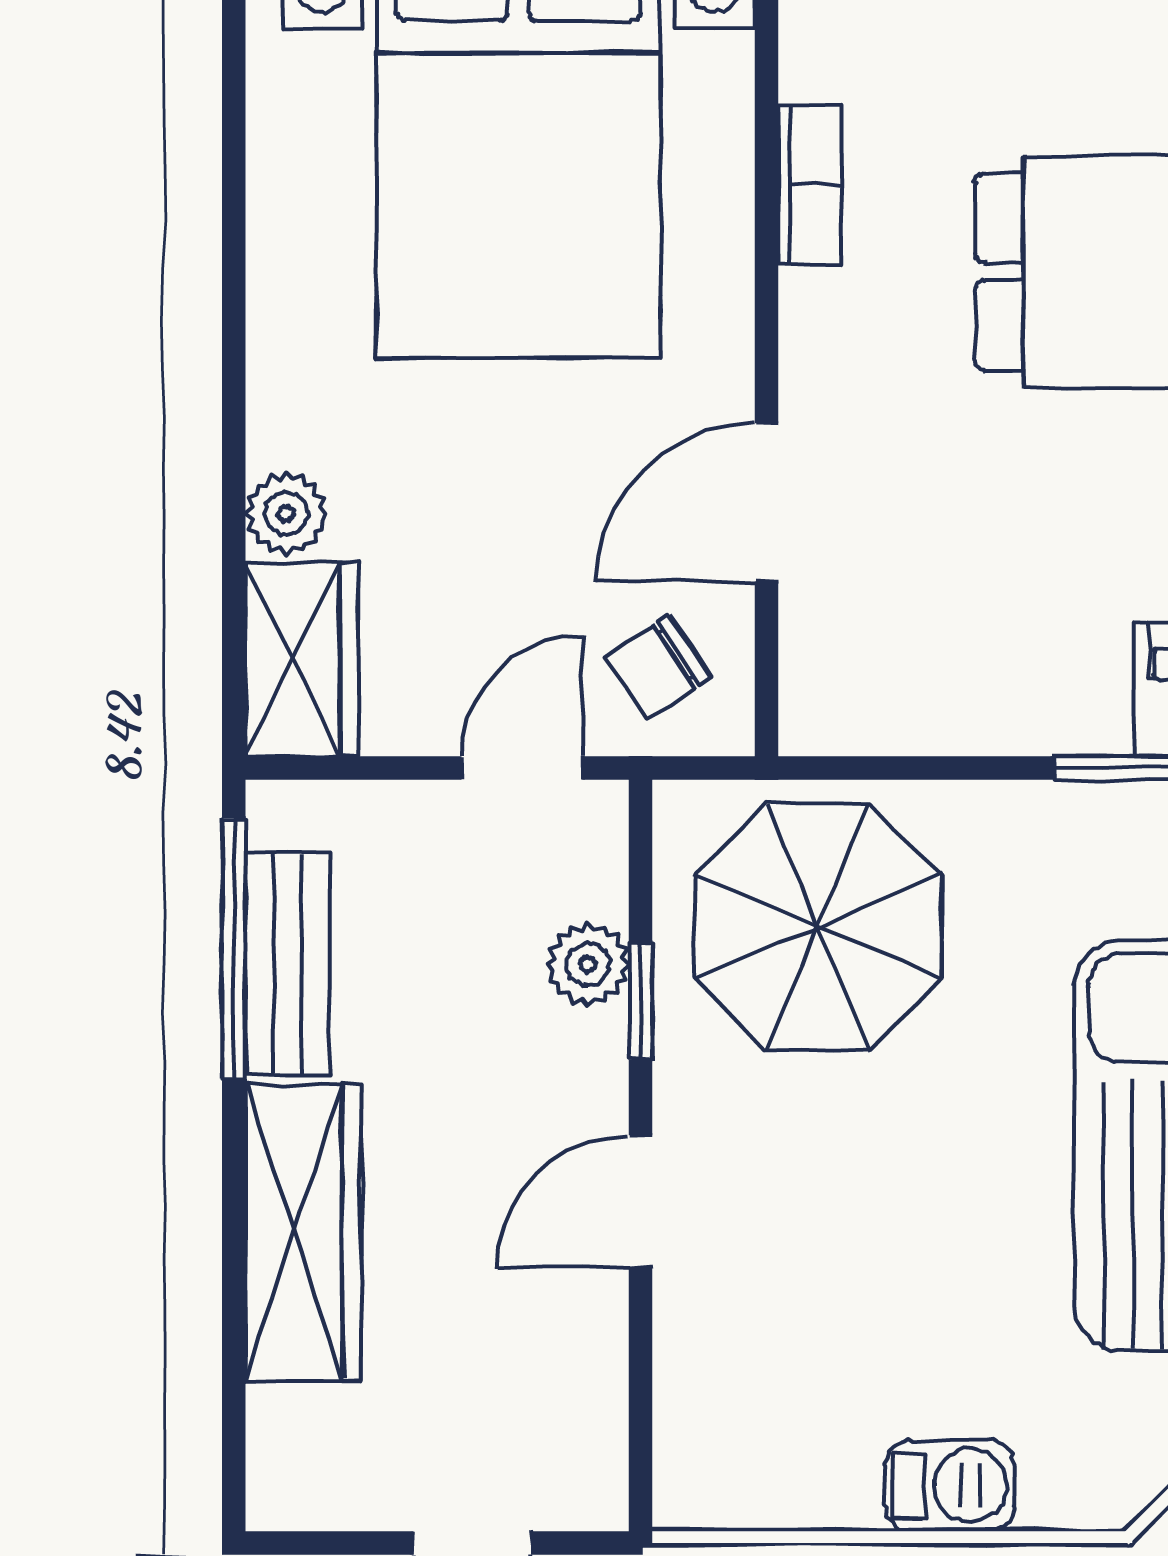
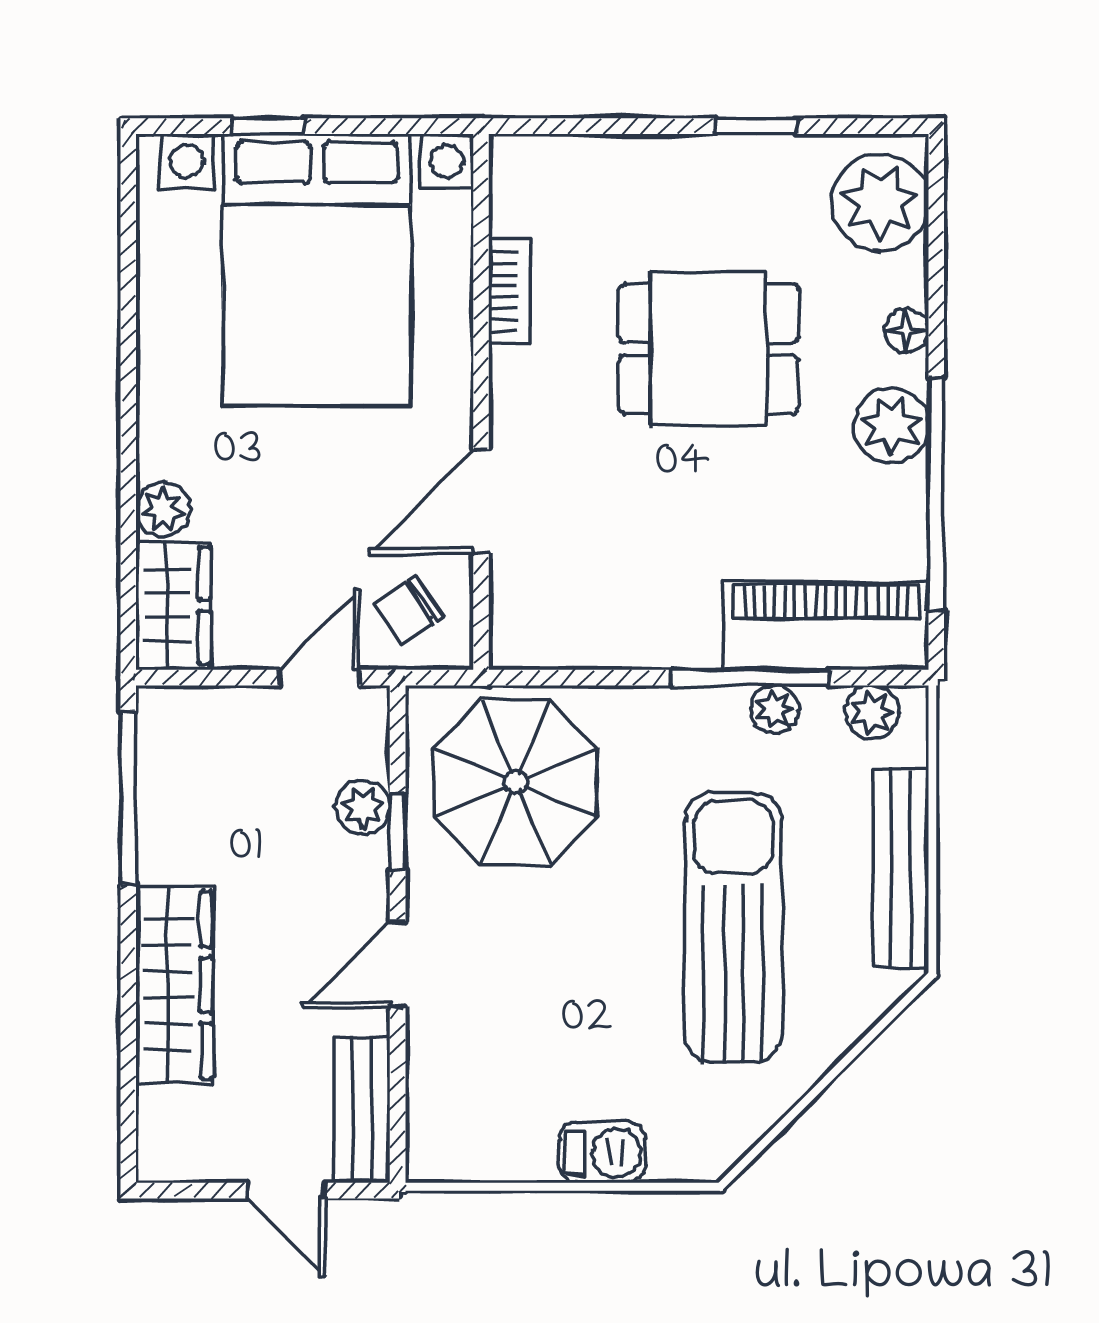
bench: (288, 964) -> (362, 1109), moved

